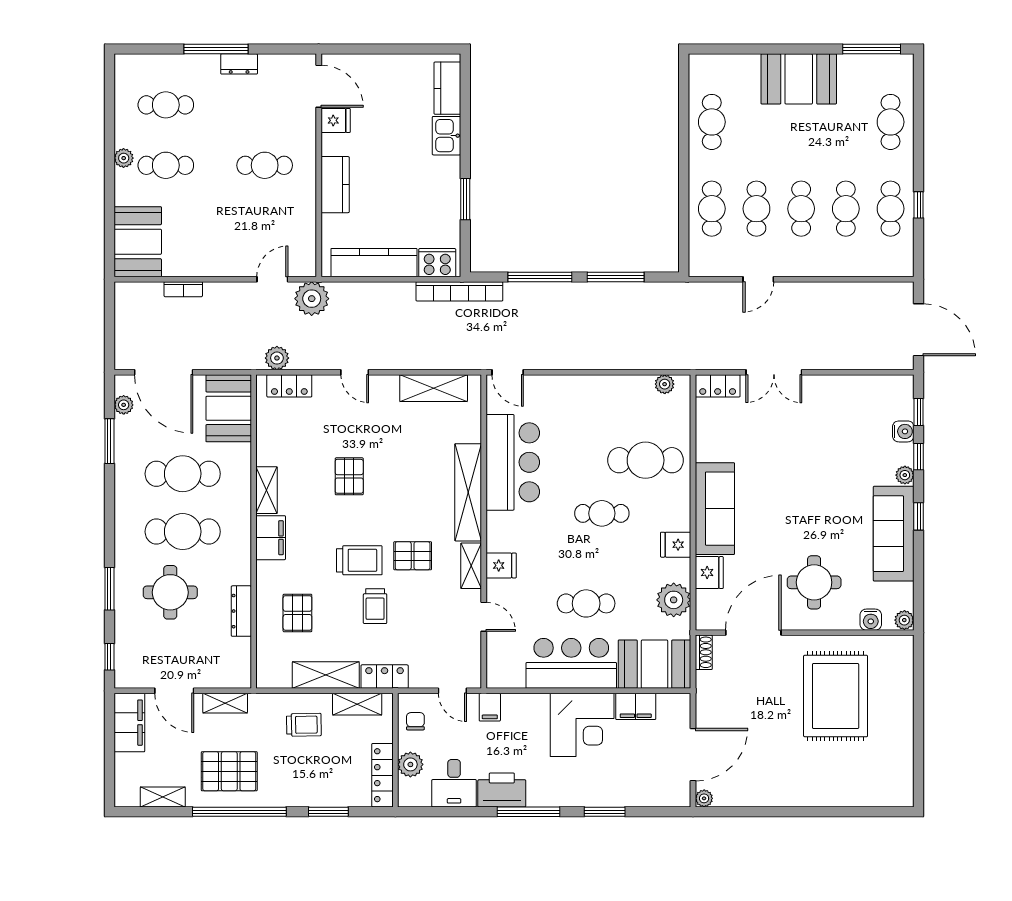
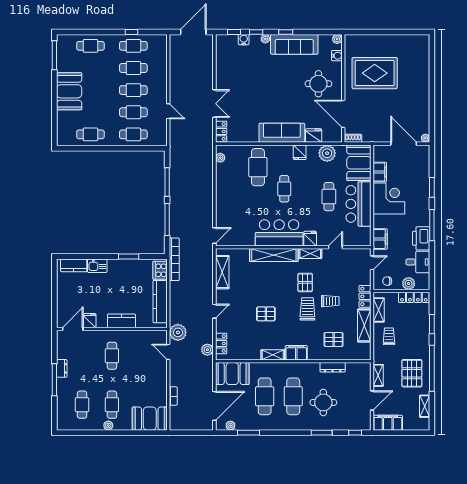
bar counter: (513, 462) -> (279, 233), moved
filing cabinet: (490, 707) -> (380, 239), width x2.00

